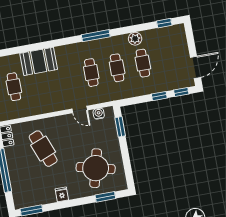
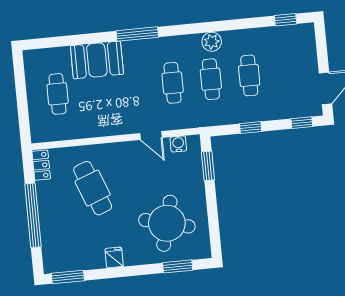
window: (96, 36) -> (137, 34), moved
plant: (135, 39) -> (212, 42), moved
window: (159, 96) -> (251, 128), moved

